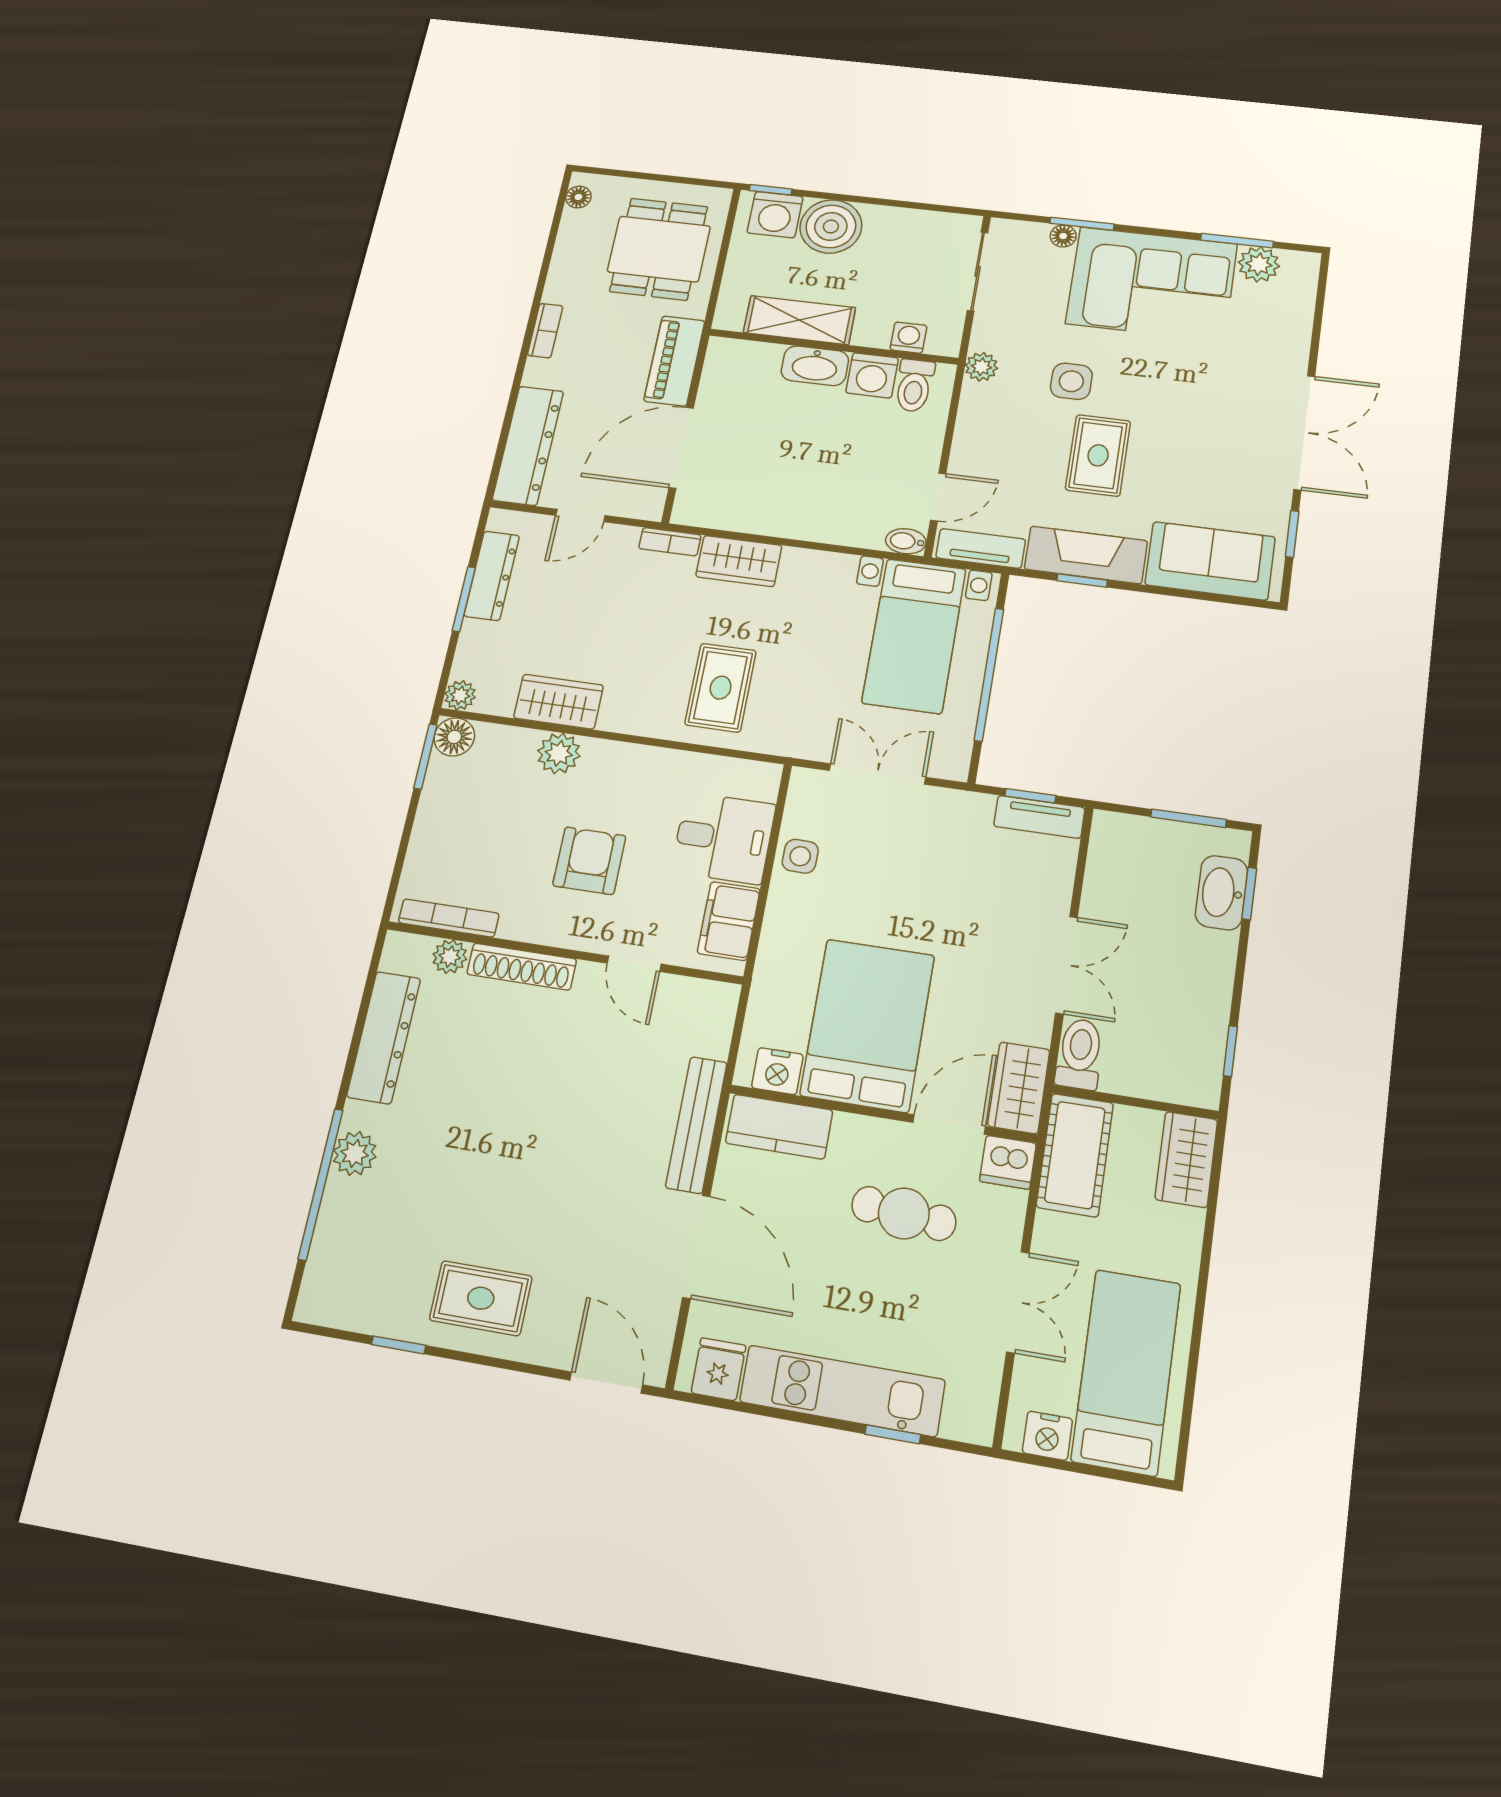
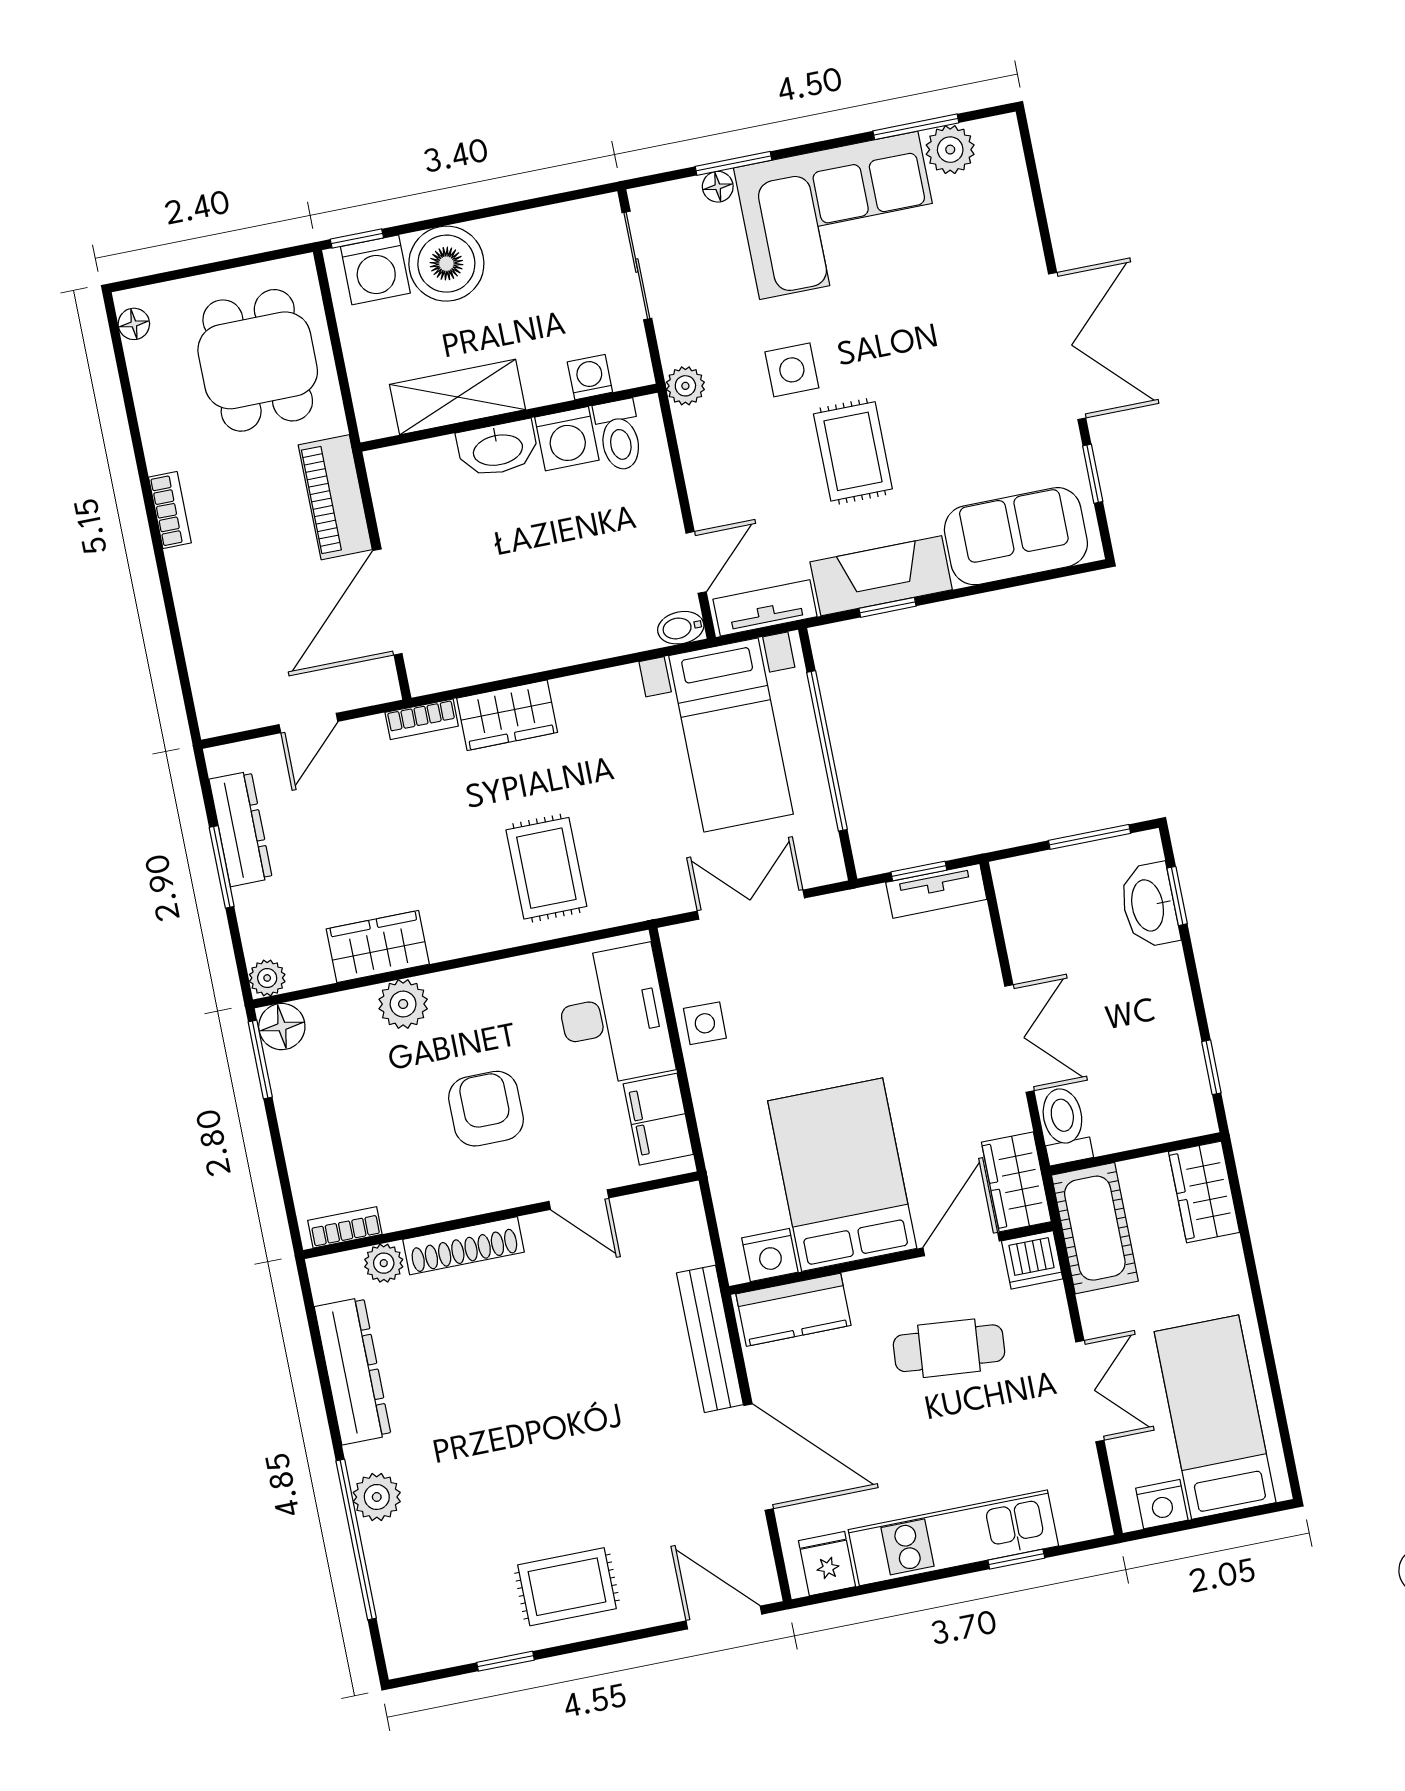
dresser: (528, 446) -> (213, 659), removed
desk: (723, 838) -> (613, 1016), width x1.37
bookcase: (449, 918) -> (345, 1227), width x0.64

